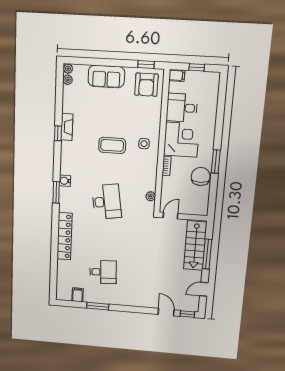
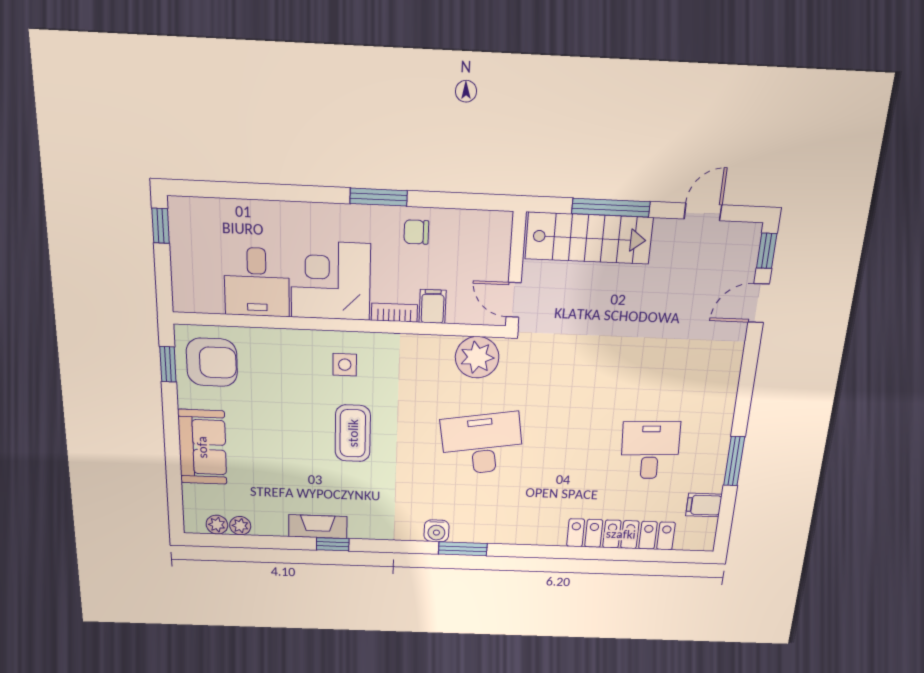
window: (197, 67) -> (161, 226), moved
plant: (68, 69) -> (240, 526), moved
filing cabinet: (177, 75) -> (433, 306), moved
chair: (201, 176) -> (416, 232), width x0.54, depth x0.54
plant: (151, 196) -> (477, 357), width x1.87, depth x1.87
locker: (64, 236) -> (621, 534), moved
door: (204, 289) -> (703, 212), swing flipped

